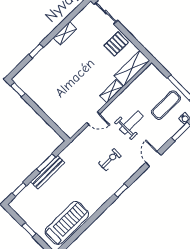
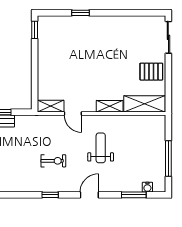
shelving: (65, 33) -> (51, 106), moved
exercise mat: (166, 105) -> (143, 161), removed
weight bench: (131, 123) -> (101, 148), turned -90
window: (121, 191) -> (50, 195), moved

